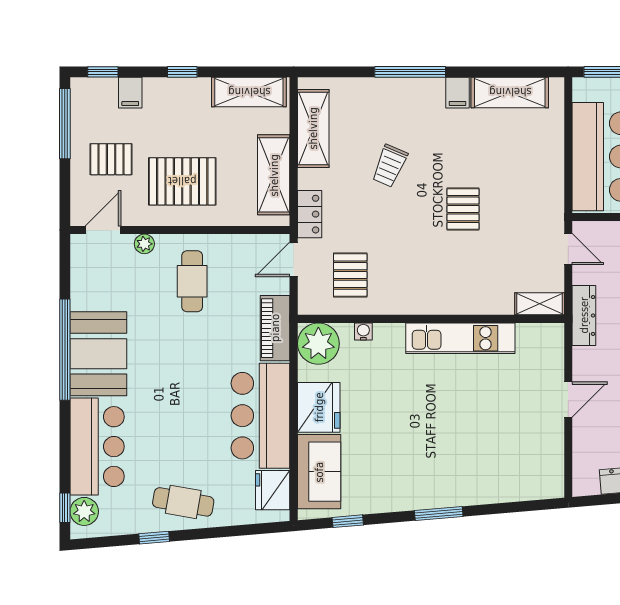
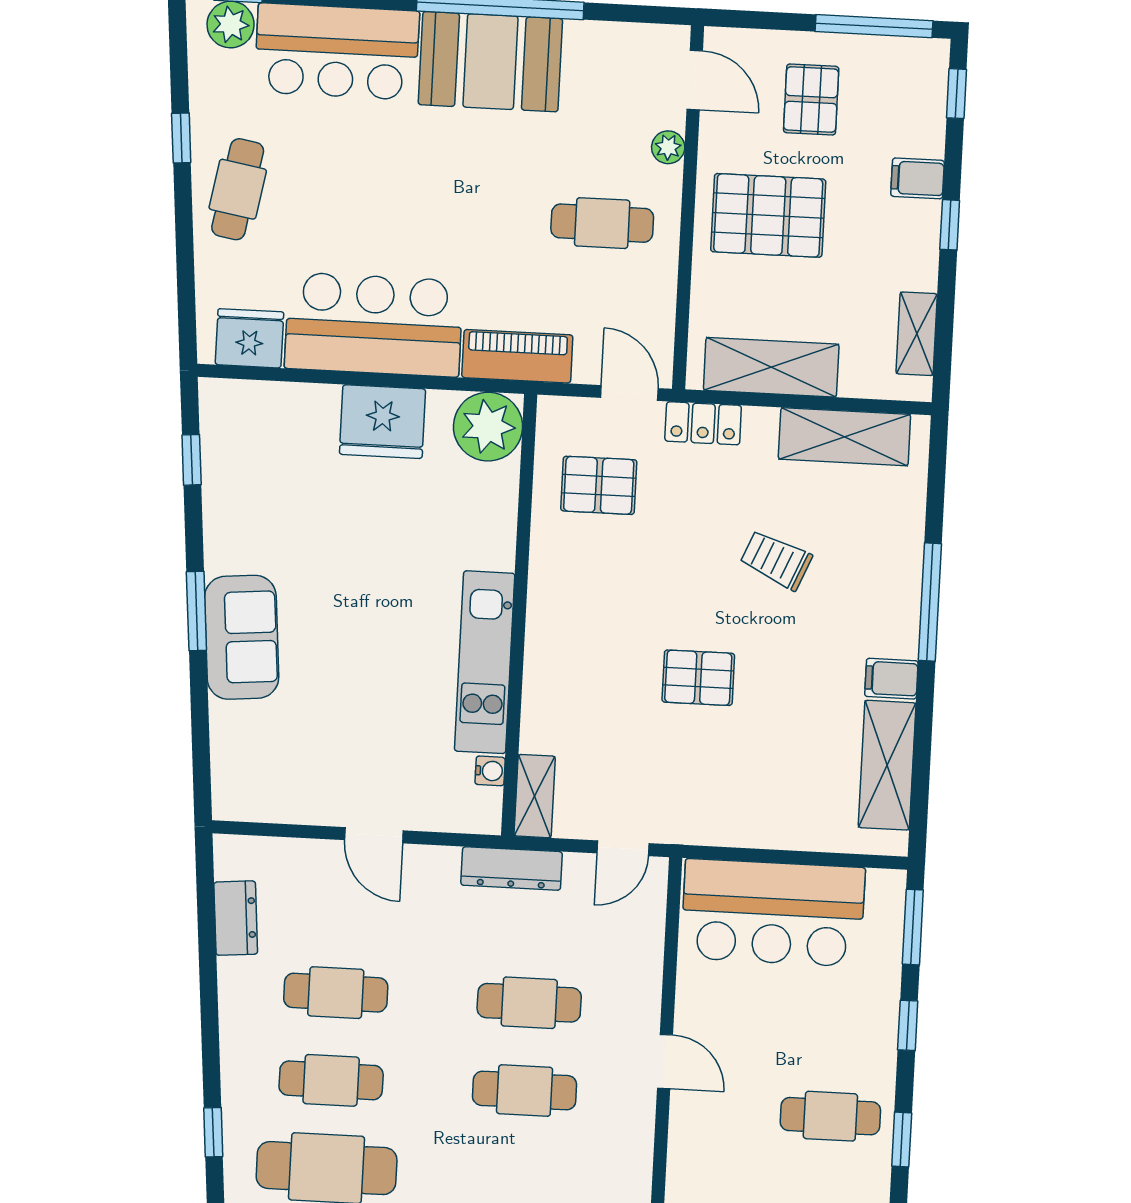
shelving: (249, 92) -> (917, 334), width x0.67, depth x0.75
filing cabinet: (130, 93) -> (918, 178), moved
pallet: (182, 181) -> (768, 215), turned 90
water cooler: (363, 332) -> (490, 771), moved
sofa: (319, 472) -> (242, 637), moved, turned -95

